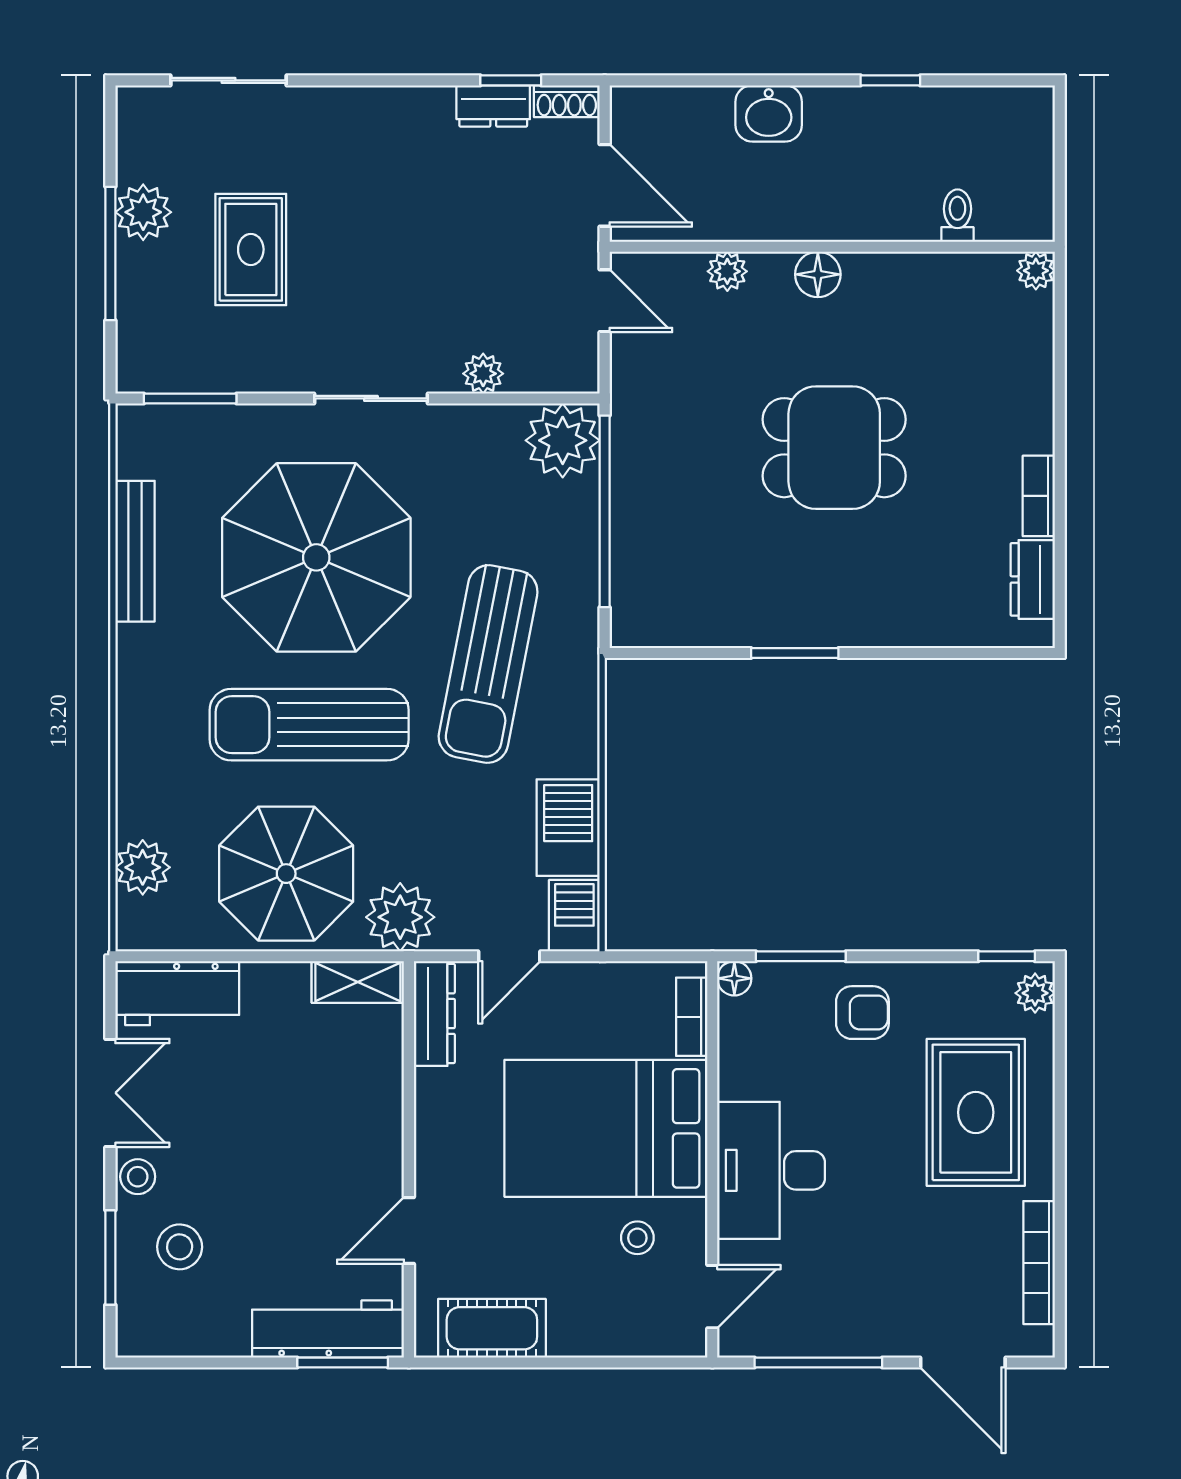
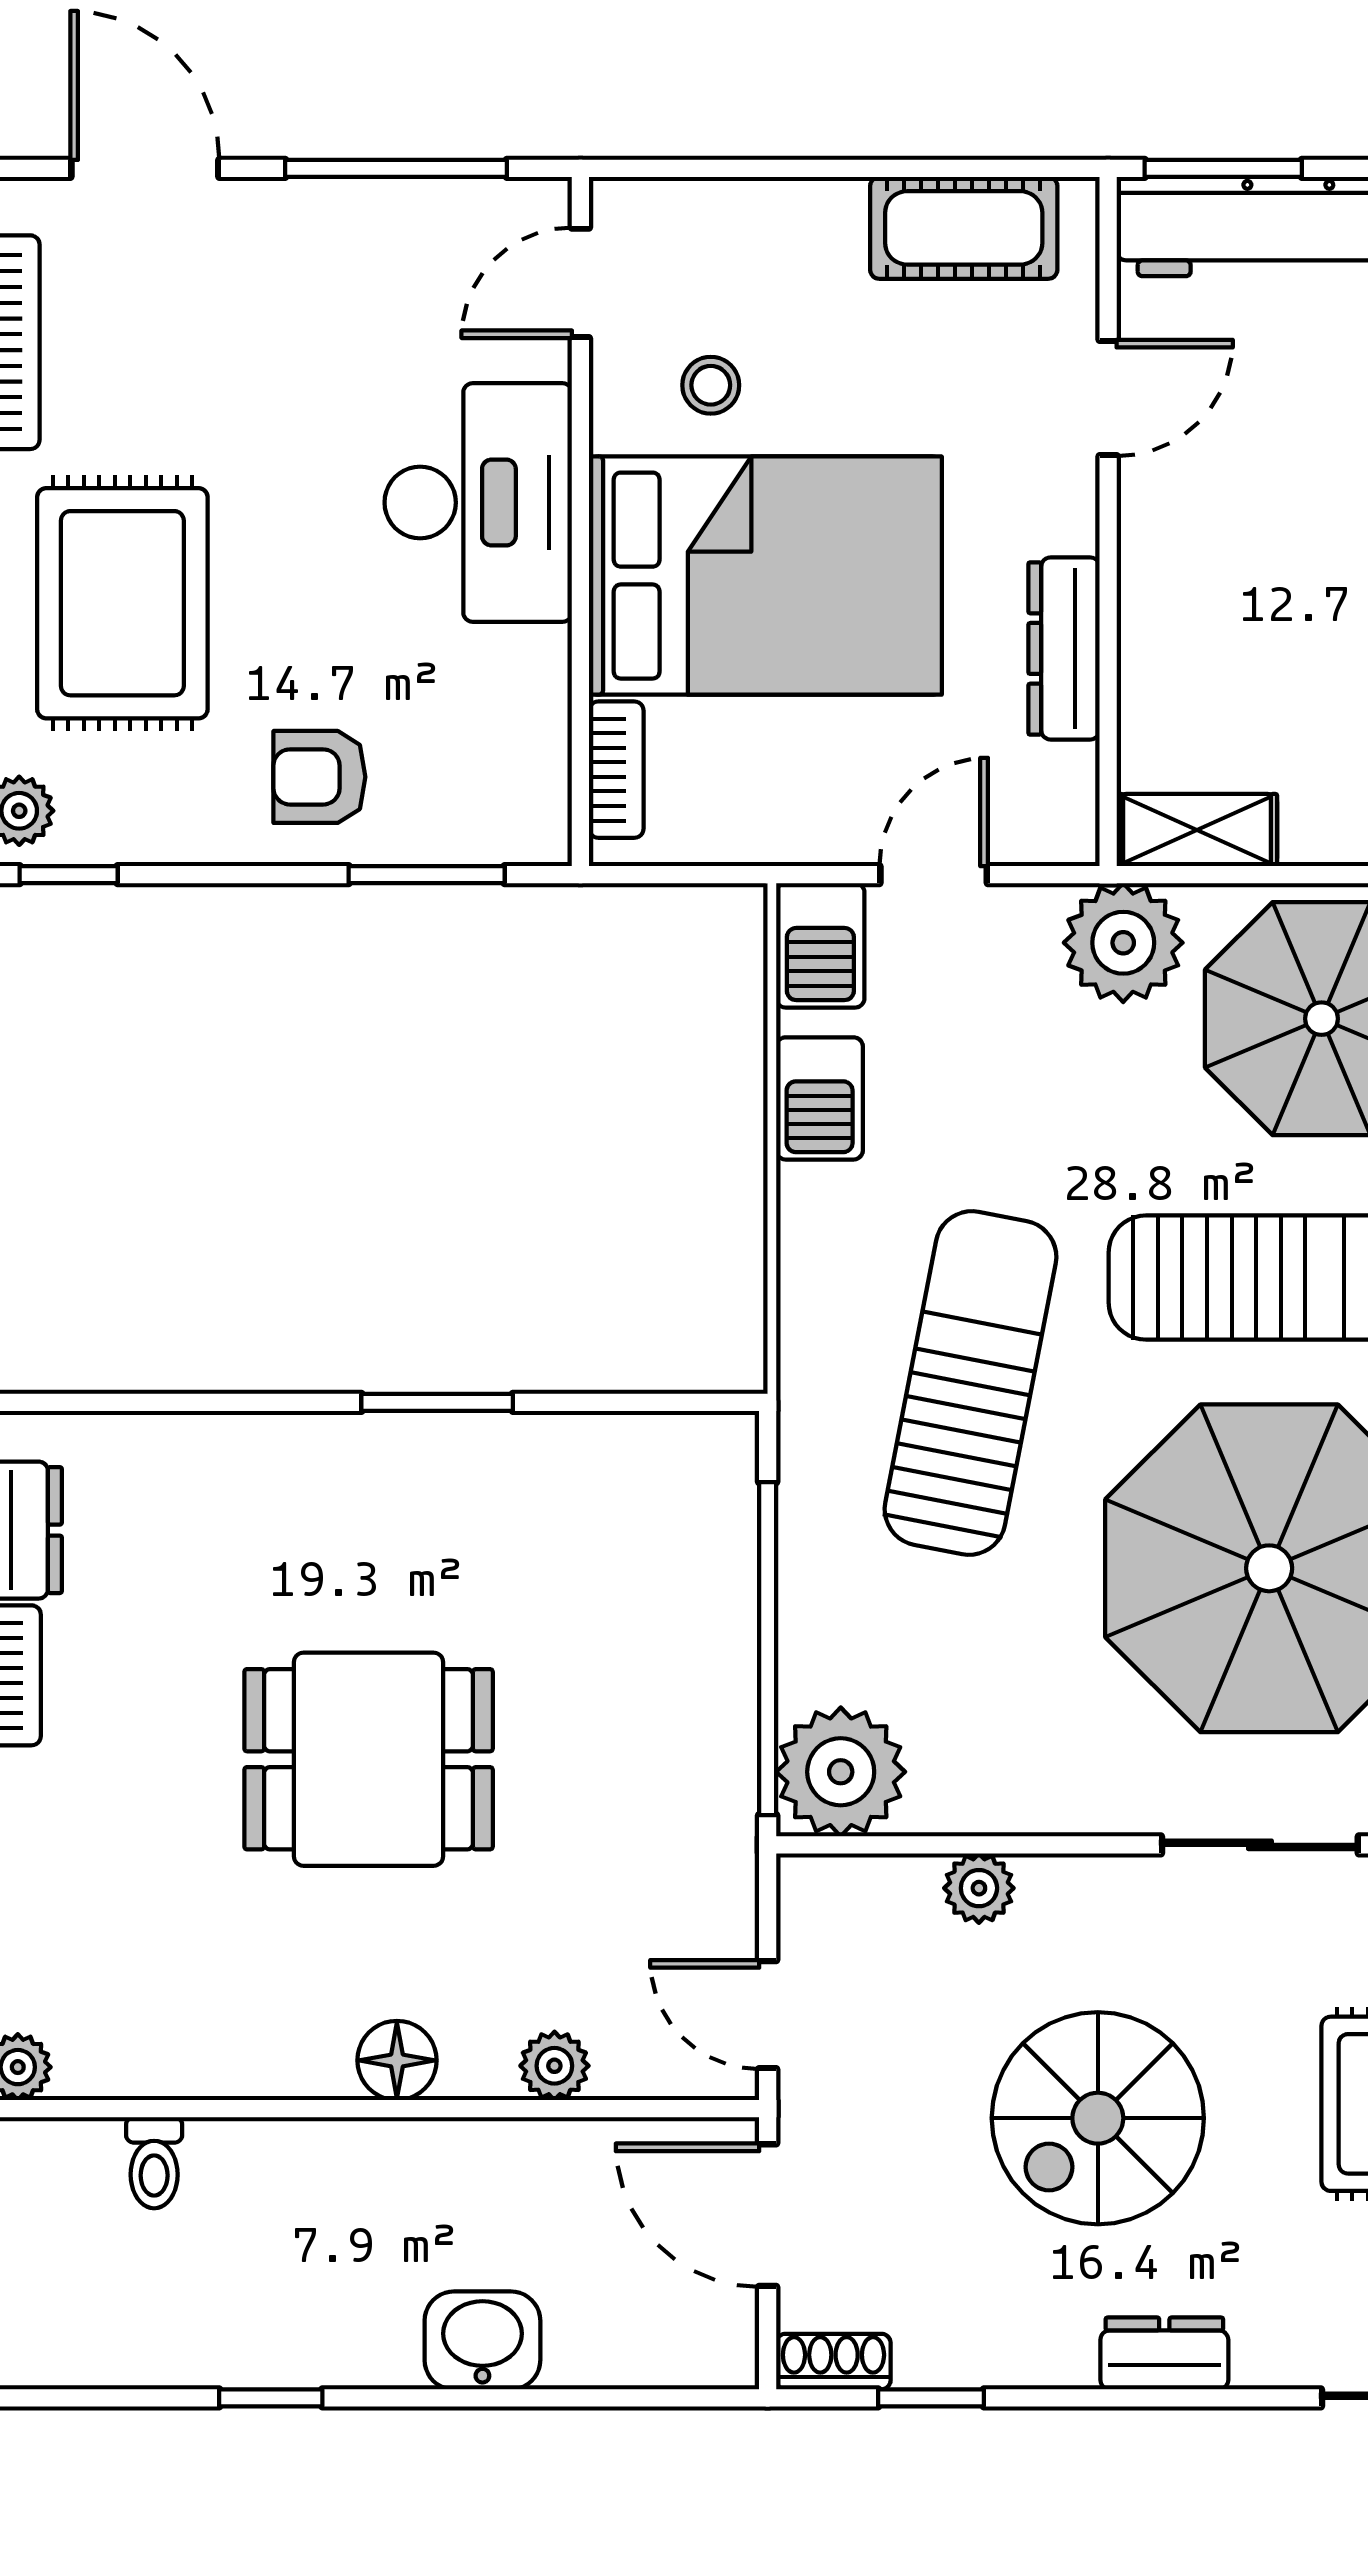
dresser: (493, 106) -> (1164, 2353), moved
spiral stairs: (415, 241) -> (1098, 2118), added
sliding door: (371, 398) -> (1260, 1845), moved
barbecue: (568, 828) -> (820, 1098), width x0.73, depth x0.79
floor lamp: (734, 978) -> (542, 836), removed
dresser: (434, 1014) -> (1064, 648), moved

